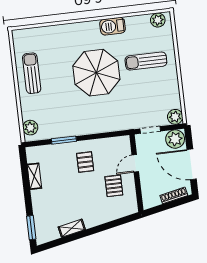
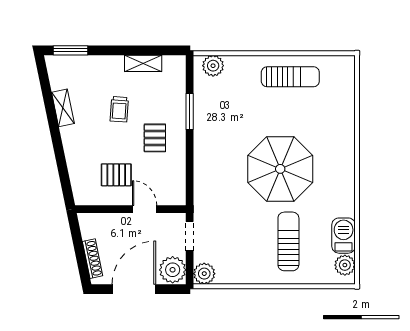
barbecue: (113, 26) -> (344, 236), moved
pallet: (85, 162) -> (155, 138), turned 90
trolley: (68, 189) -> (119, 109), added

